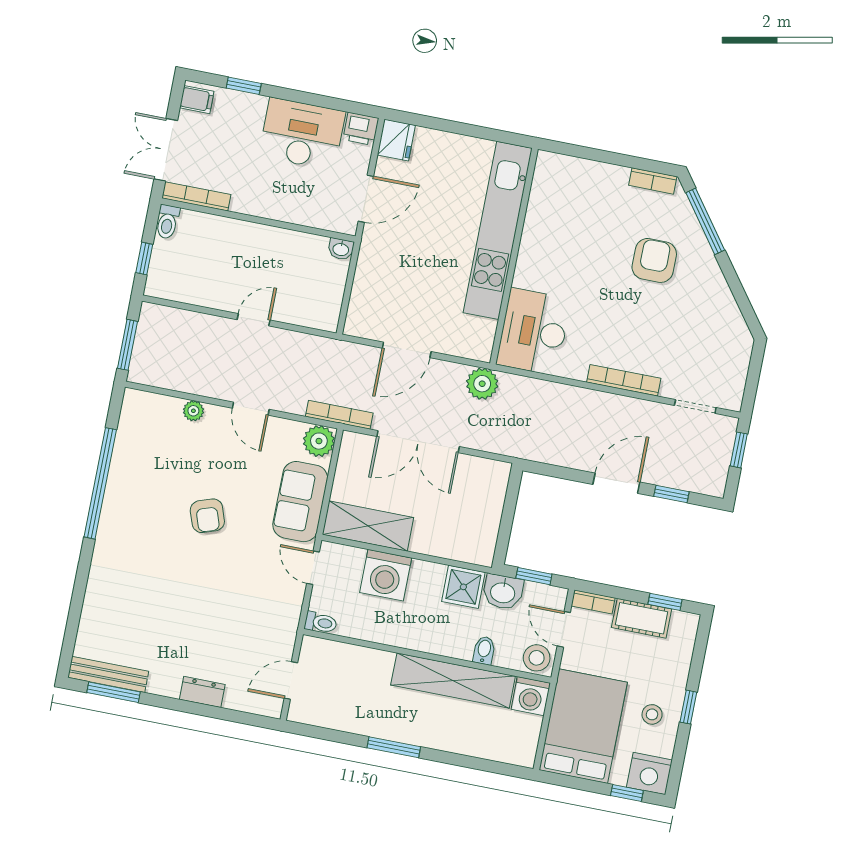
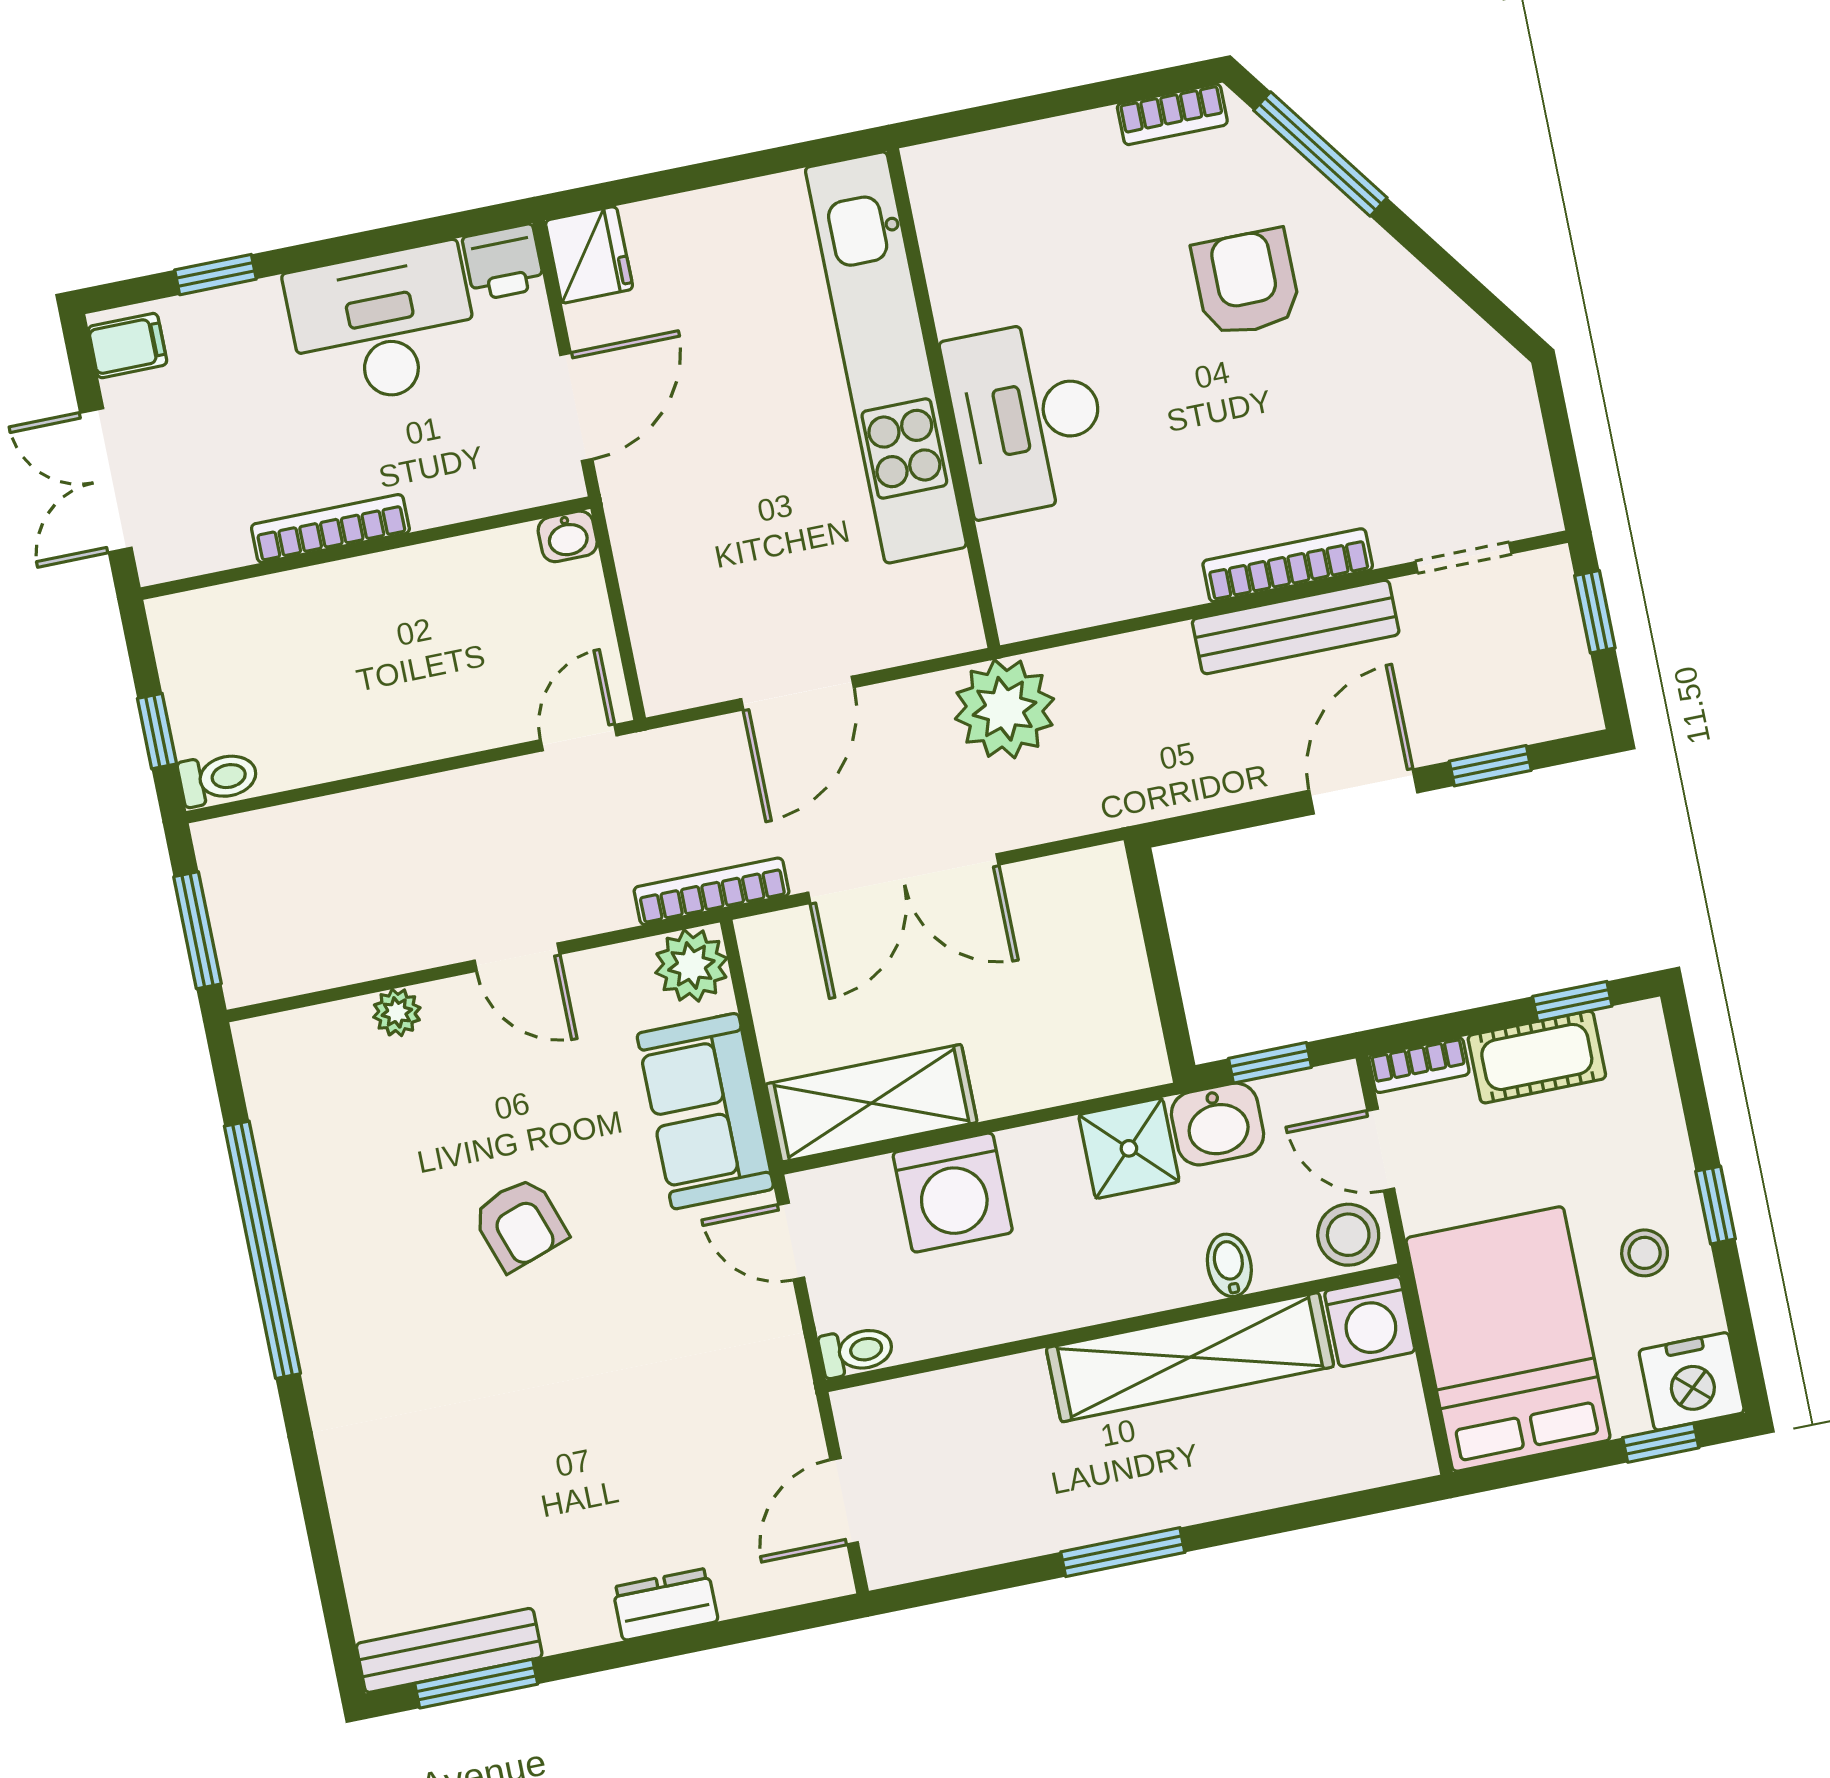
bookcase: (196, 196) -> (330, 529), moved
toilet: (167, 222) -> (218, 778), moved, turned -90
door: (254, 320) -> (579, 738), moved
desk: (534, 332) -> (1027, 417), moved
plant: (482, 384) -> (1004, 709), width x1.36, depth x1.36
bench: (617, 406) -> (1296, 627), added

